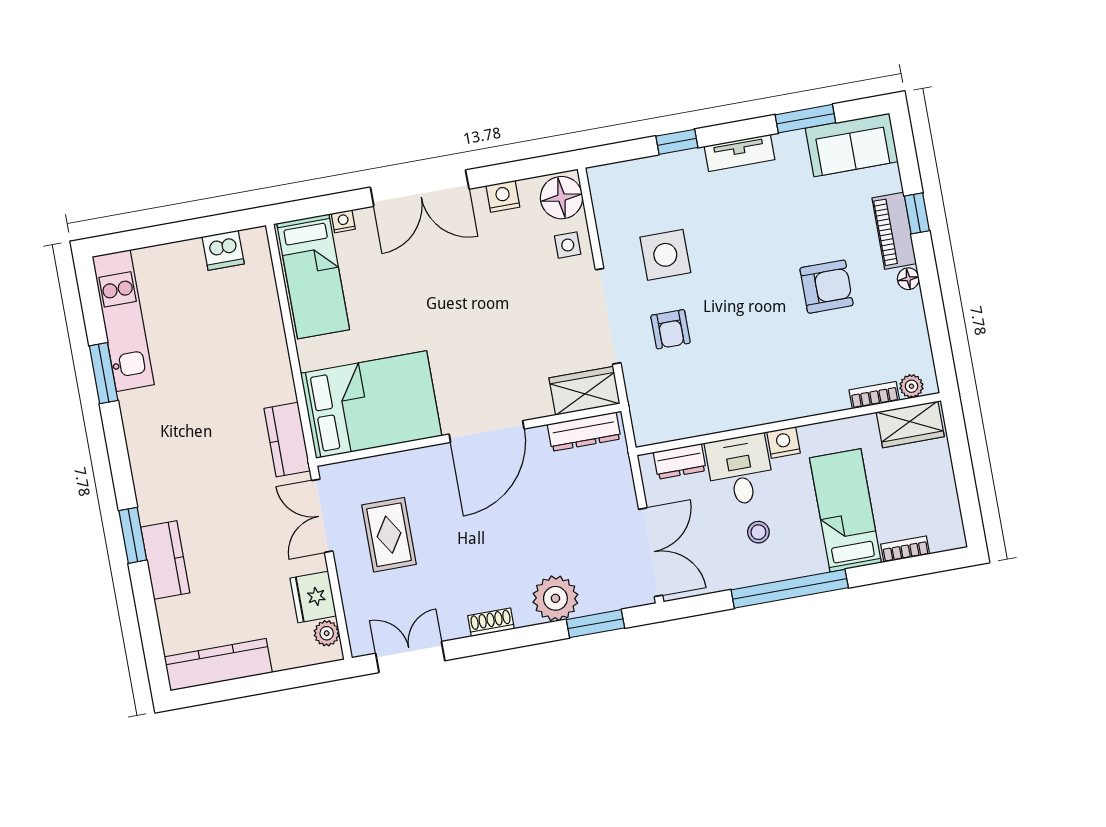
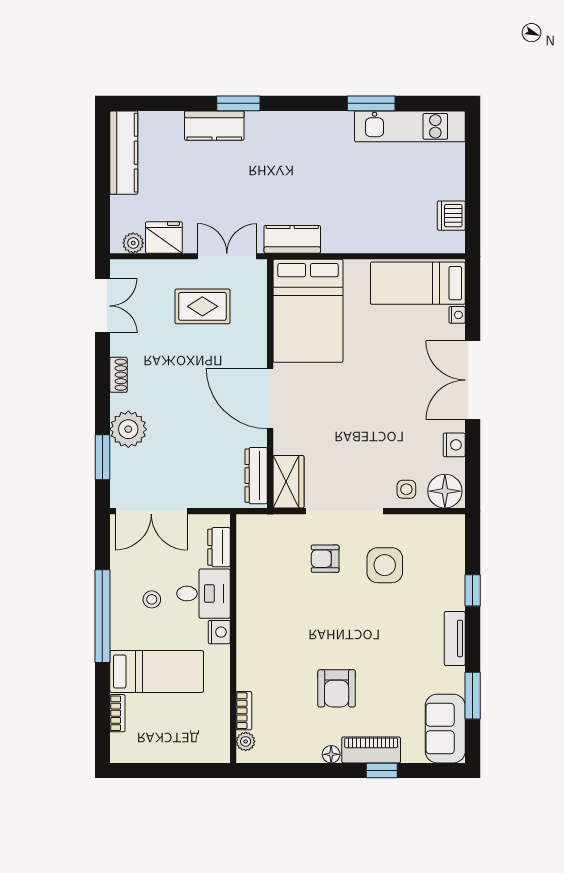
wardrobe: (910, 424) -> (216, 735), removed

